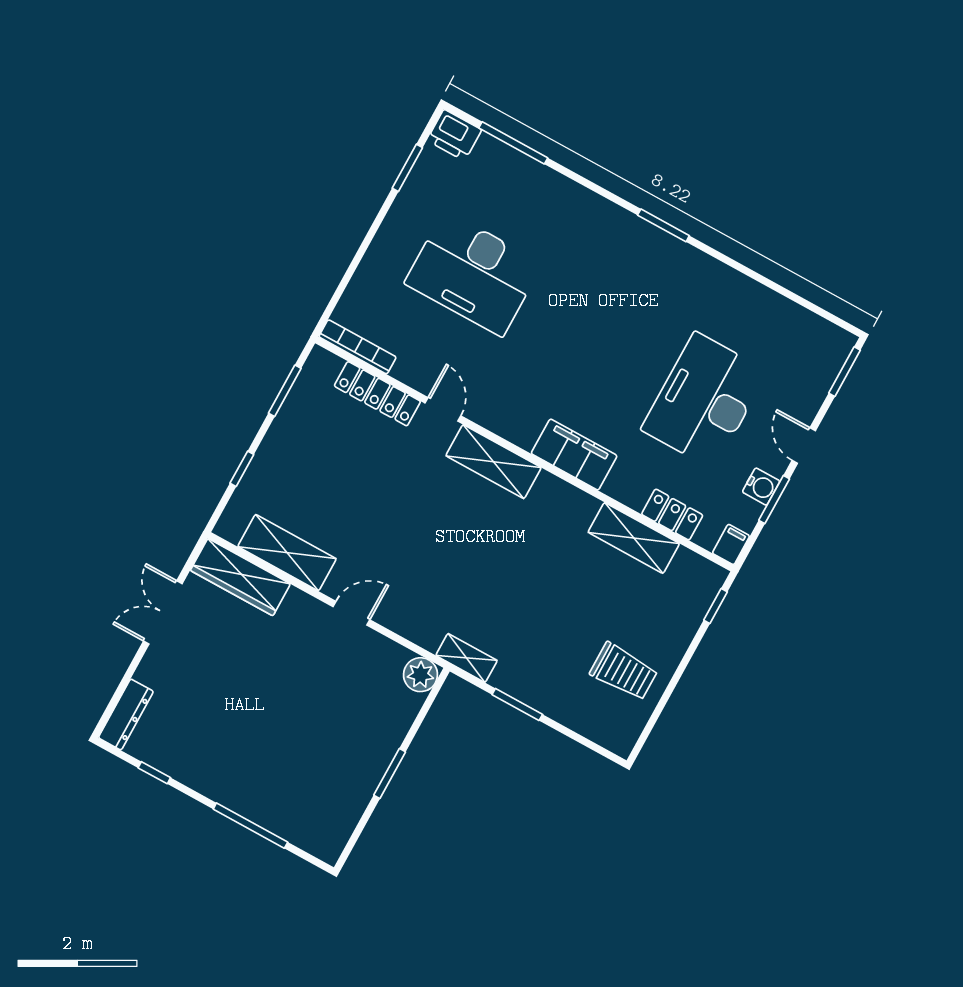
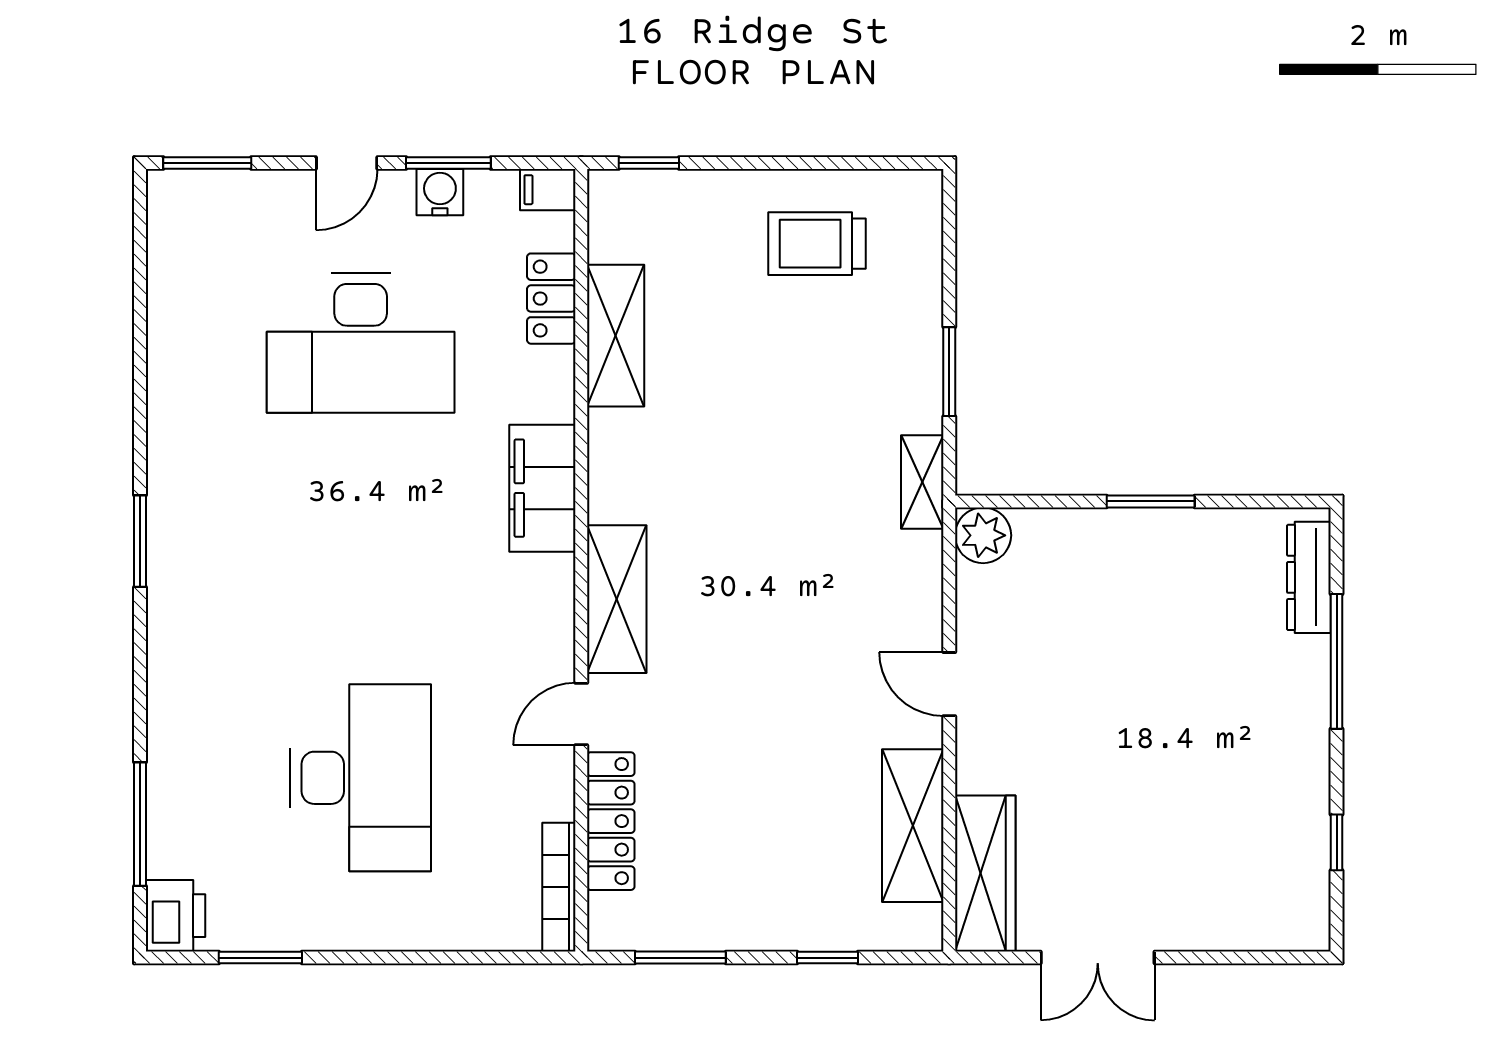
trolley: (624, 672) -> (817, 244), turned -90
dresser: (126, 715) -> (1309, 577), moved, turned -90

